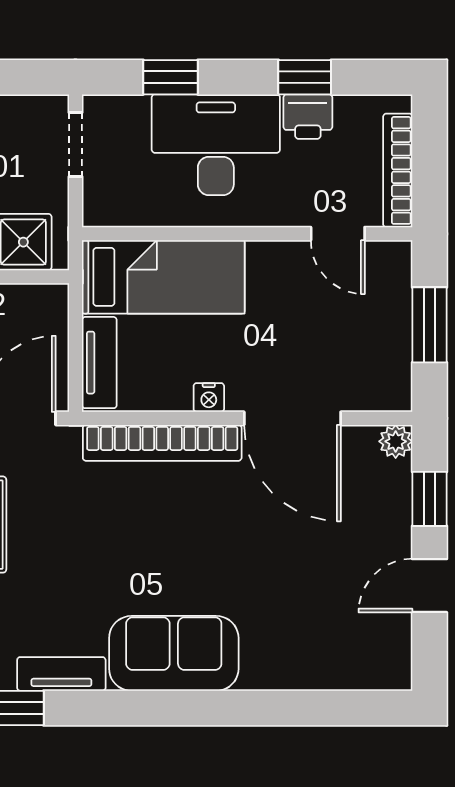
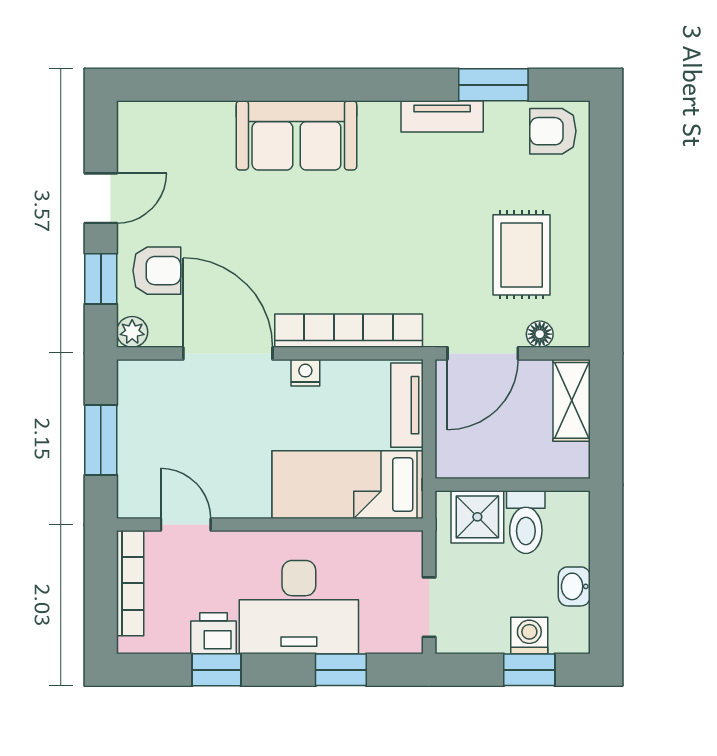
armchair: (369, 508) -> (157, 271), added
sofa: (174, 653) -> (296, 135), moved

